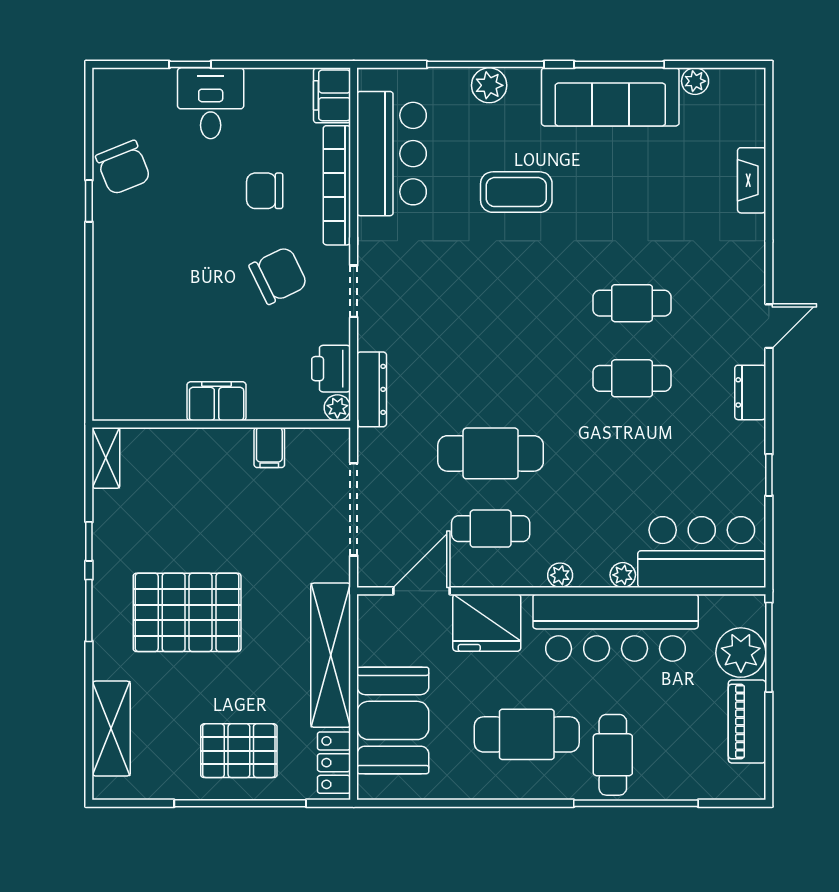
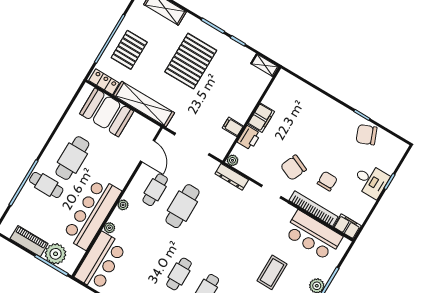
chair: (278, 275) -> (293, 168), turned 49
printer: (331, 369) -> (249, 138), moved, turned 90
fridge: (487, 623) -> (122, 168), removed

